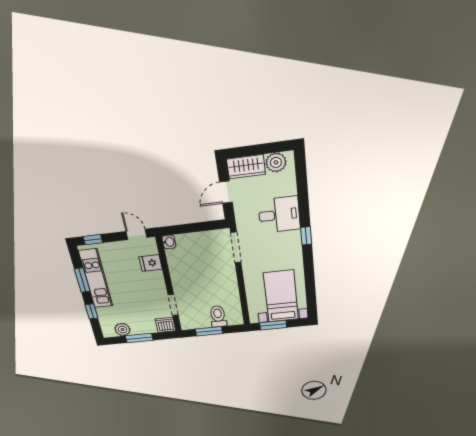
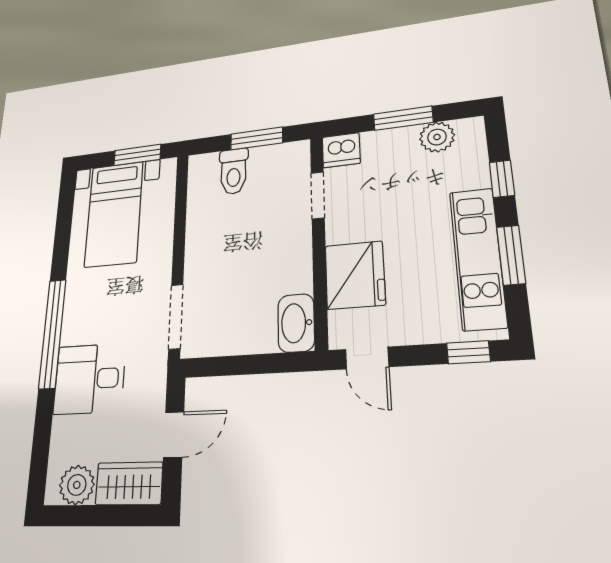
window: (306, 236) -> (53, 333), width x3.17
washbasin: (169, 242) -> (296, 323), width x1.91, depth x1.45
fridge: (151, 263) -> (355, 275), width x1.88, depth x1.34

